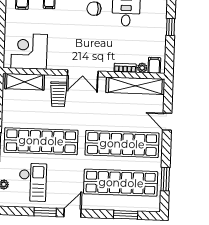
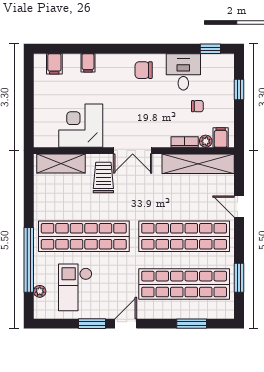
chair: (136, 39) -> (197, 106), added
corner desk: (29, 51) -> (81, 126), moved
trolley: (58, 94) -> (103, 178), turned 180
checkout: (33, 182) -> (75, 287), turned 180

